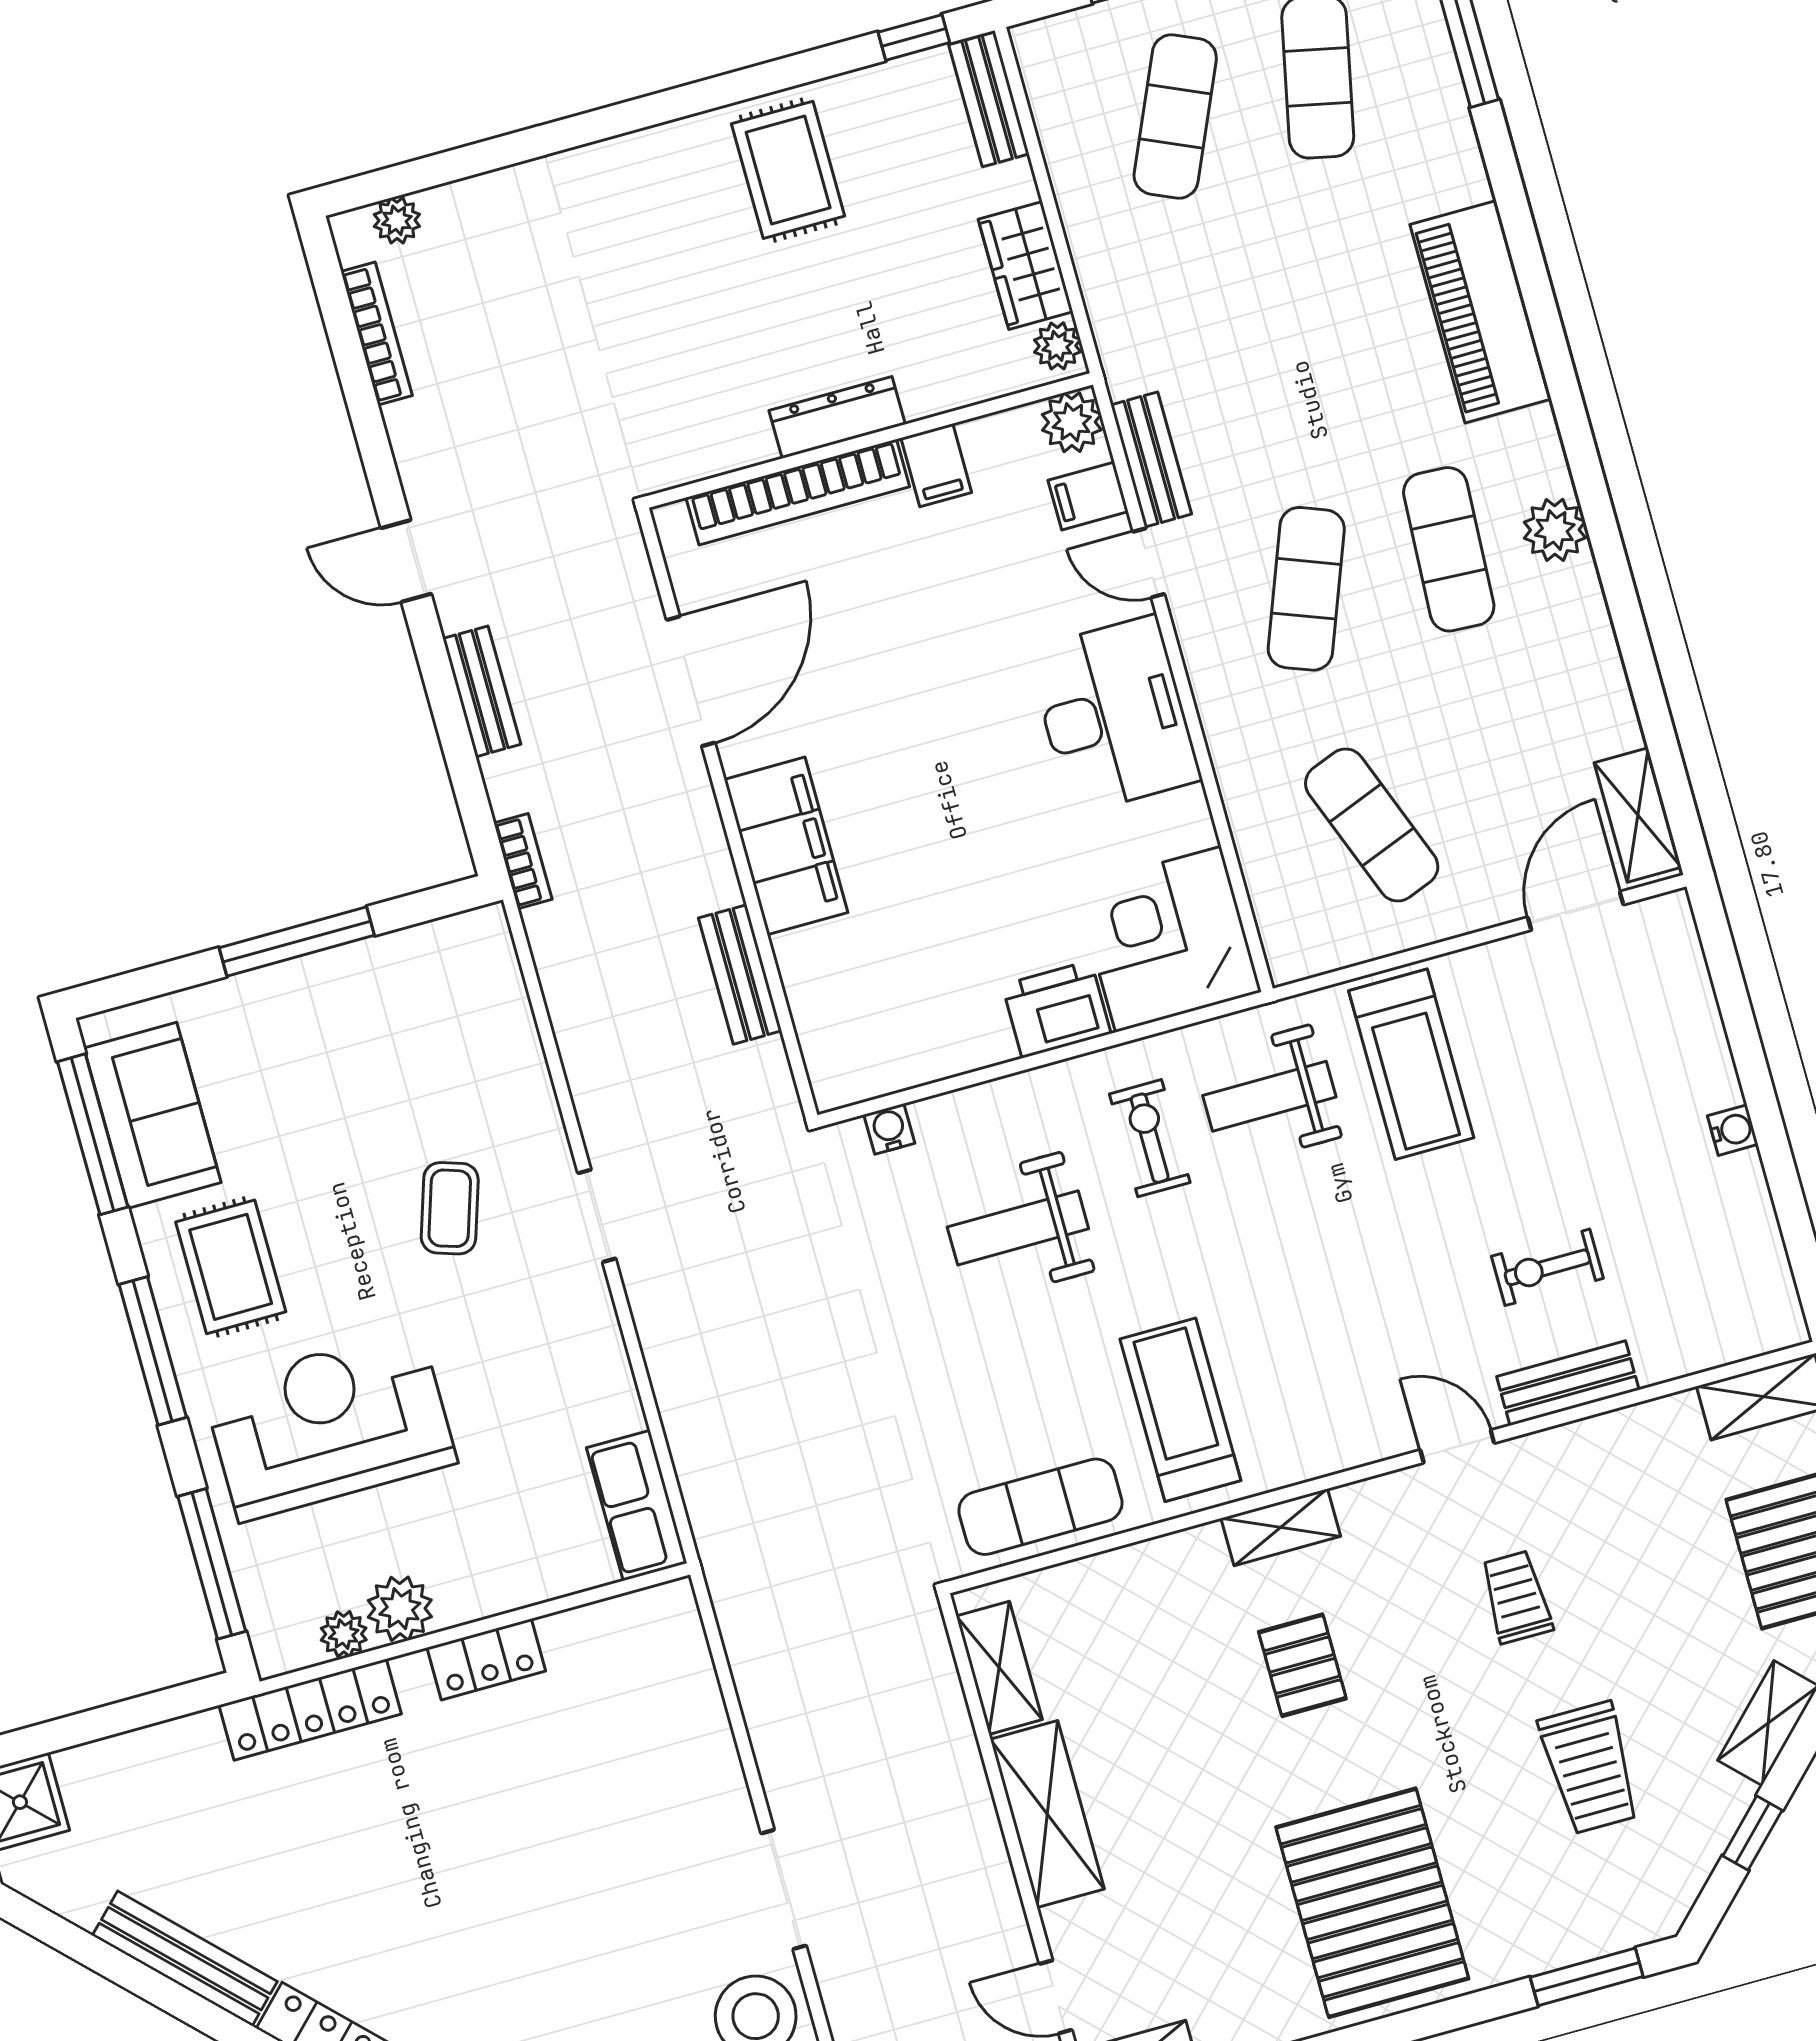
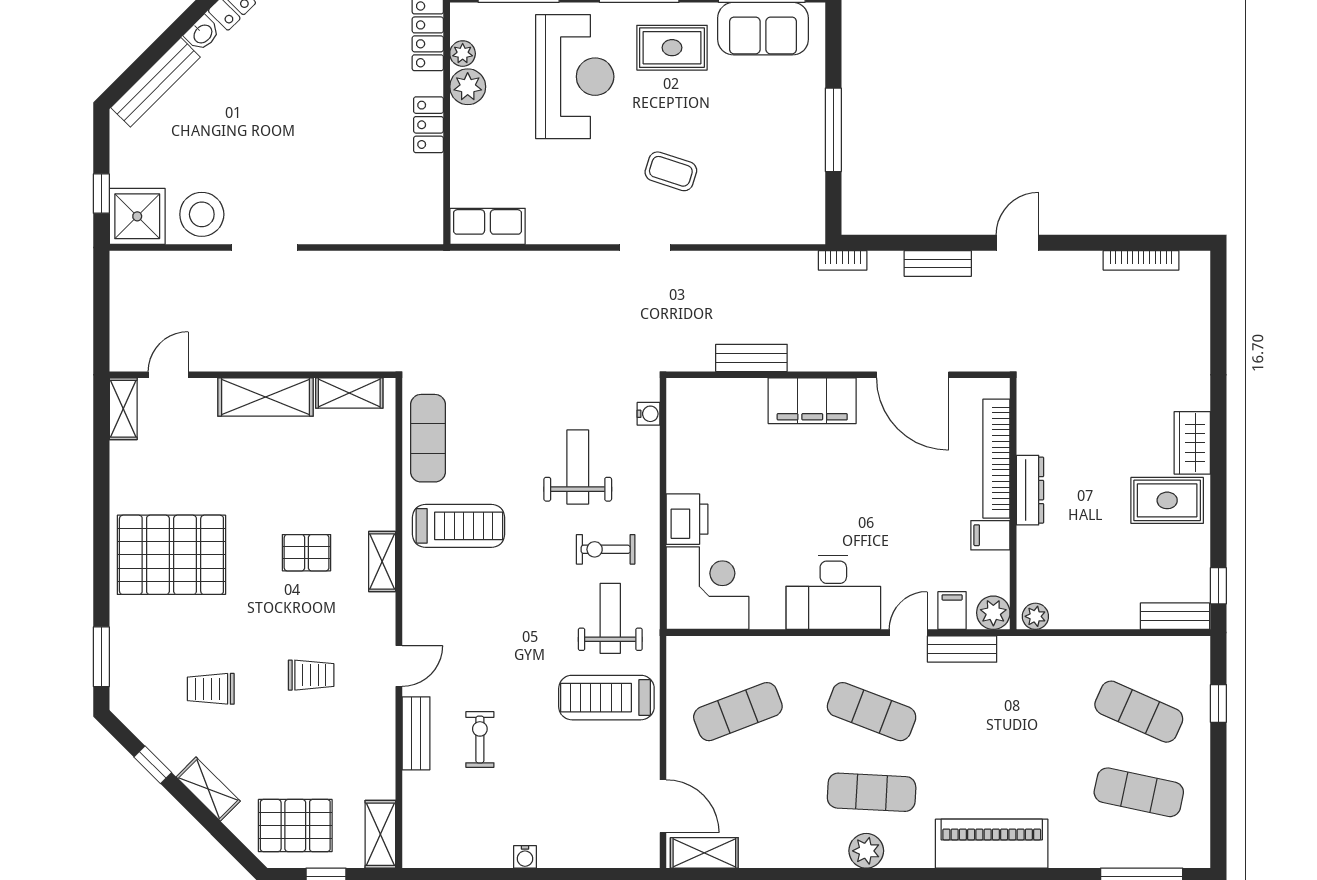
plant: (397, 220) -> (1198, 288), removed
wardrobe: (1026, 266) -> (1192, 443), moved, turned -90
exercise bike: (1150, 1138) -> (606, 549), turned 180
trolley: (1590, 1768) -> (211, 689), width x0.73, depth x0.72

